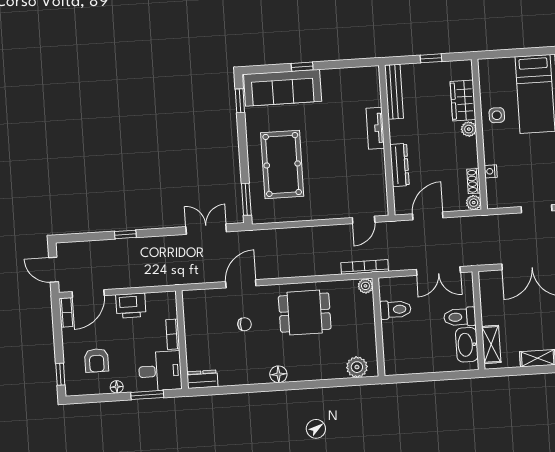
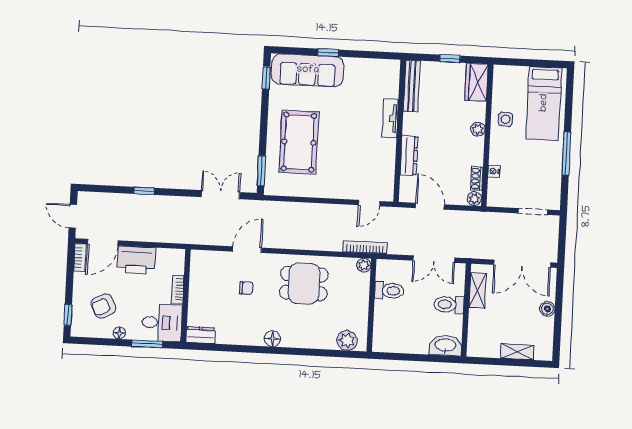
wardrobe: (463, 101) -> (476, 82), moved
door: (428, 216) -> (430, 206), hinge flipped
printer: (131, 306) -> (136, 260), width x1.37, depth x1.19
shelving: (491, 344) -> (478, 290), moved
washbasin: (467, 345) -> (445, 346), moved, turned 90
armchair: (97, 360) -> (103, 306), turned 64

